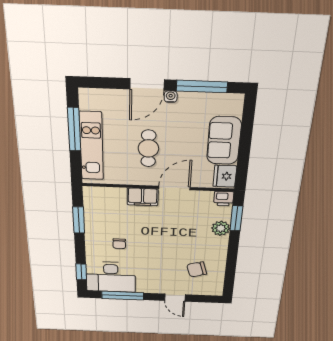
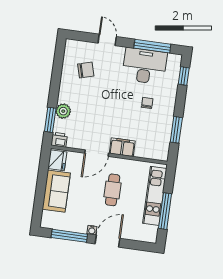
desk: (111, 277) -> (145, 66), moved

